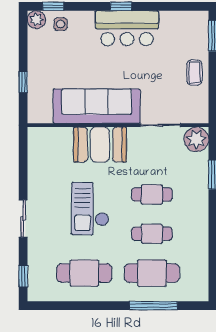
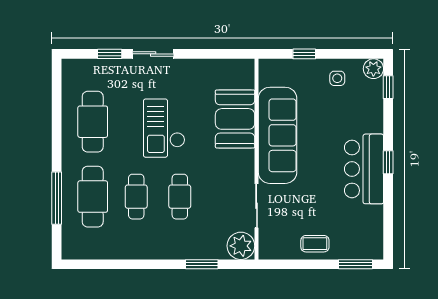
side table: (61, 24) -> (337, 78), moved
booth: (100, 145) -> (235, 119), moved
checkout: (90, 209) -> (164, 128), turned -90
window: (23, 276) -> (110, 54), moved

